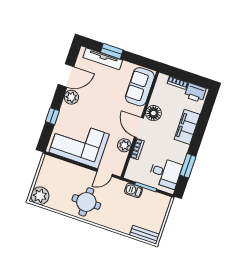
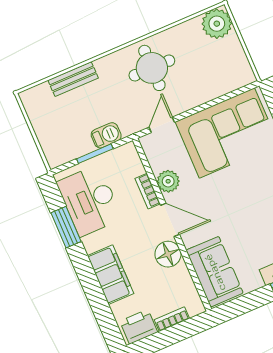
desk: (165, 173) -> (89, 200), width x1.37
bench: (144, 235) -> (73, 79), moved

